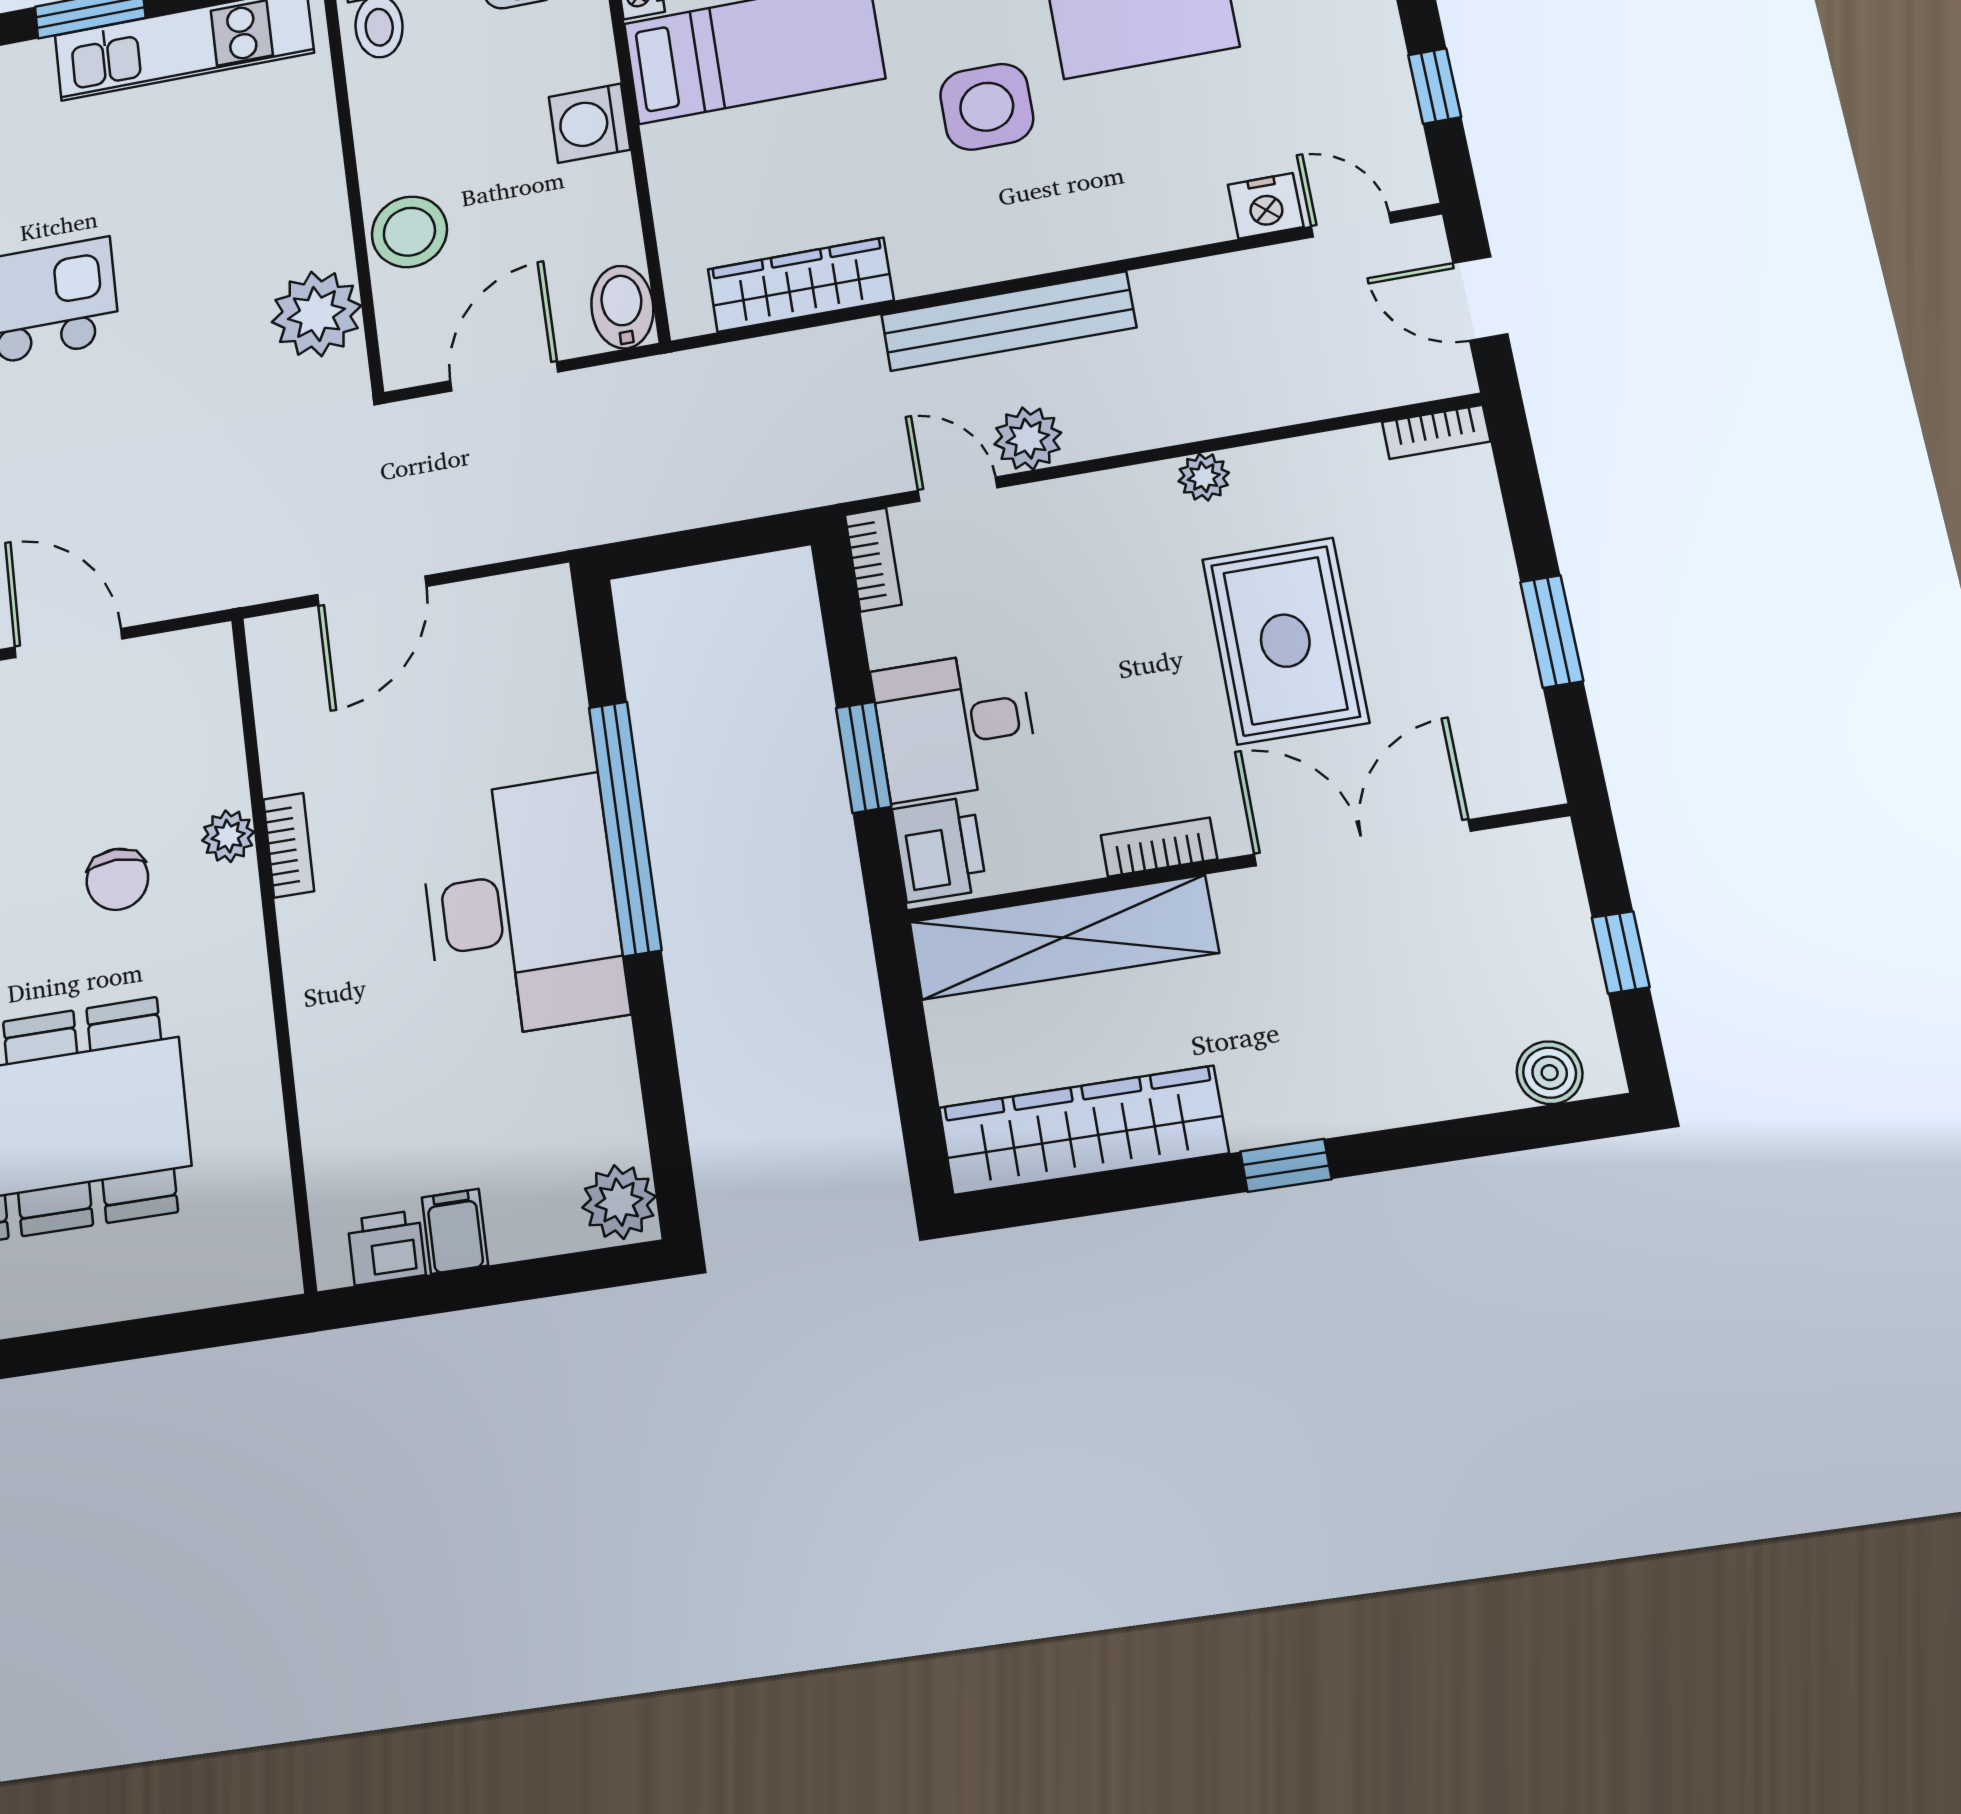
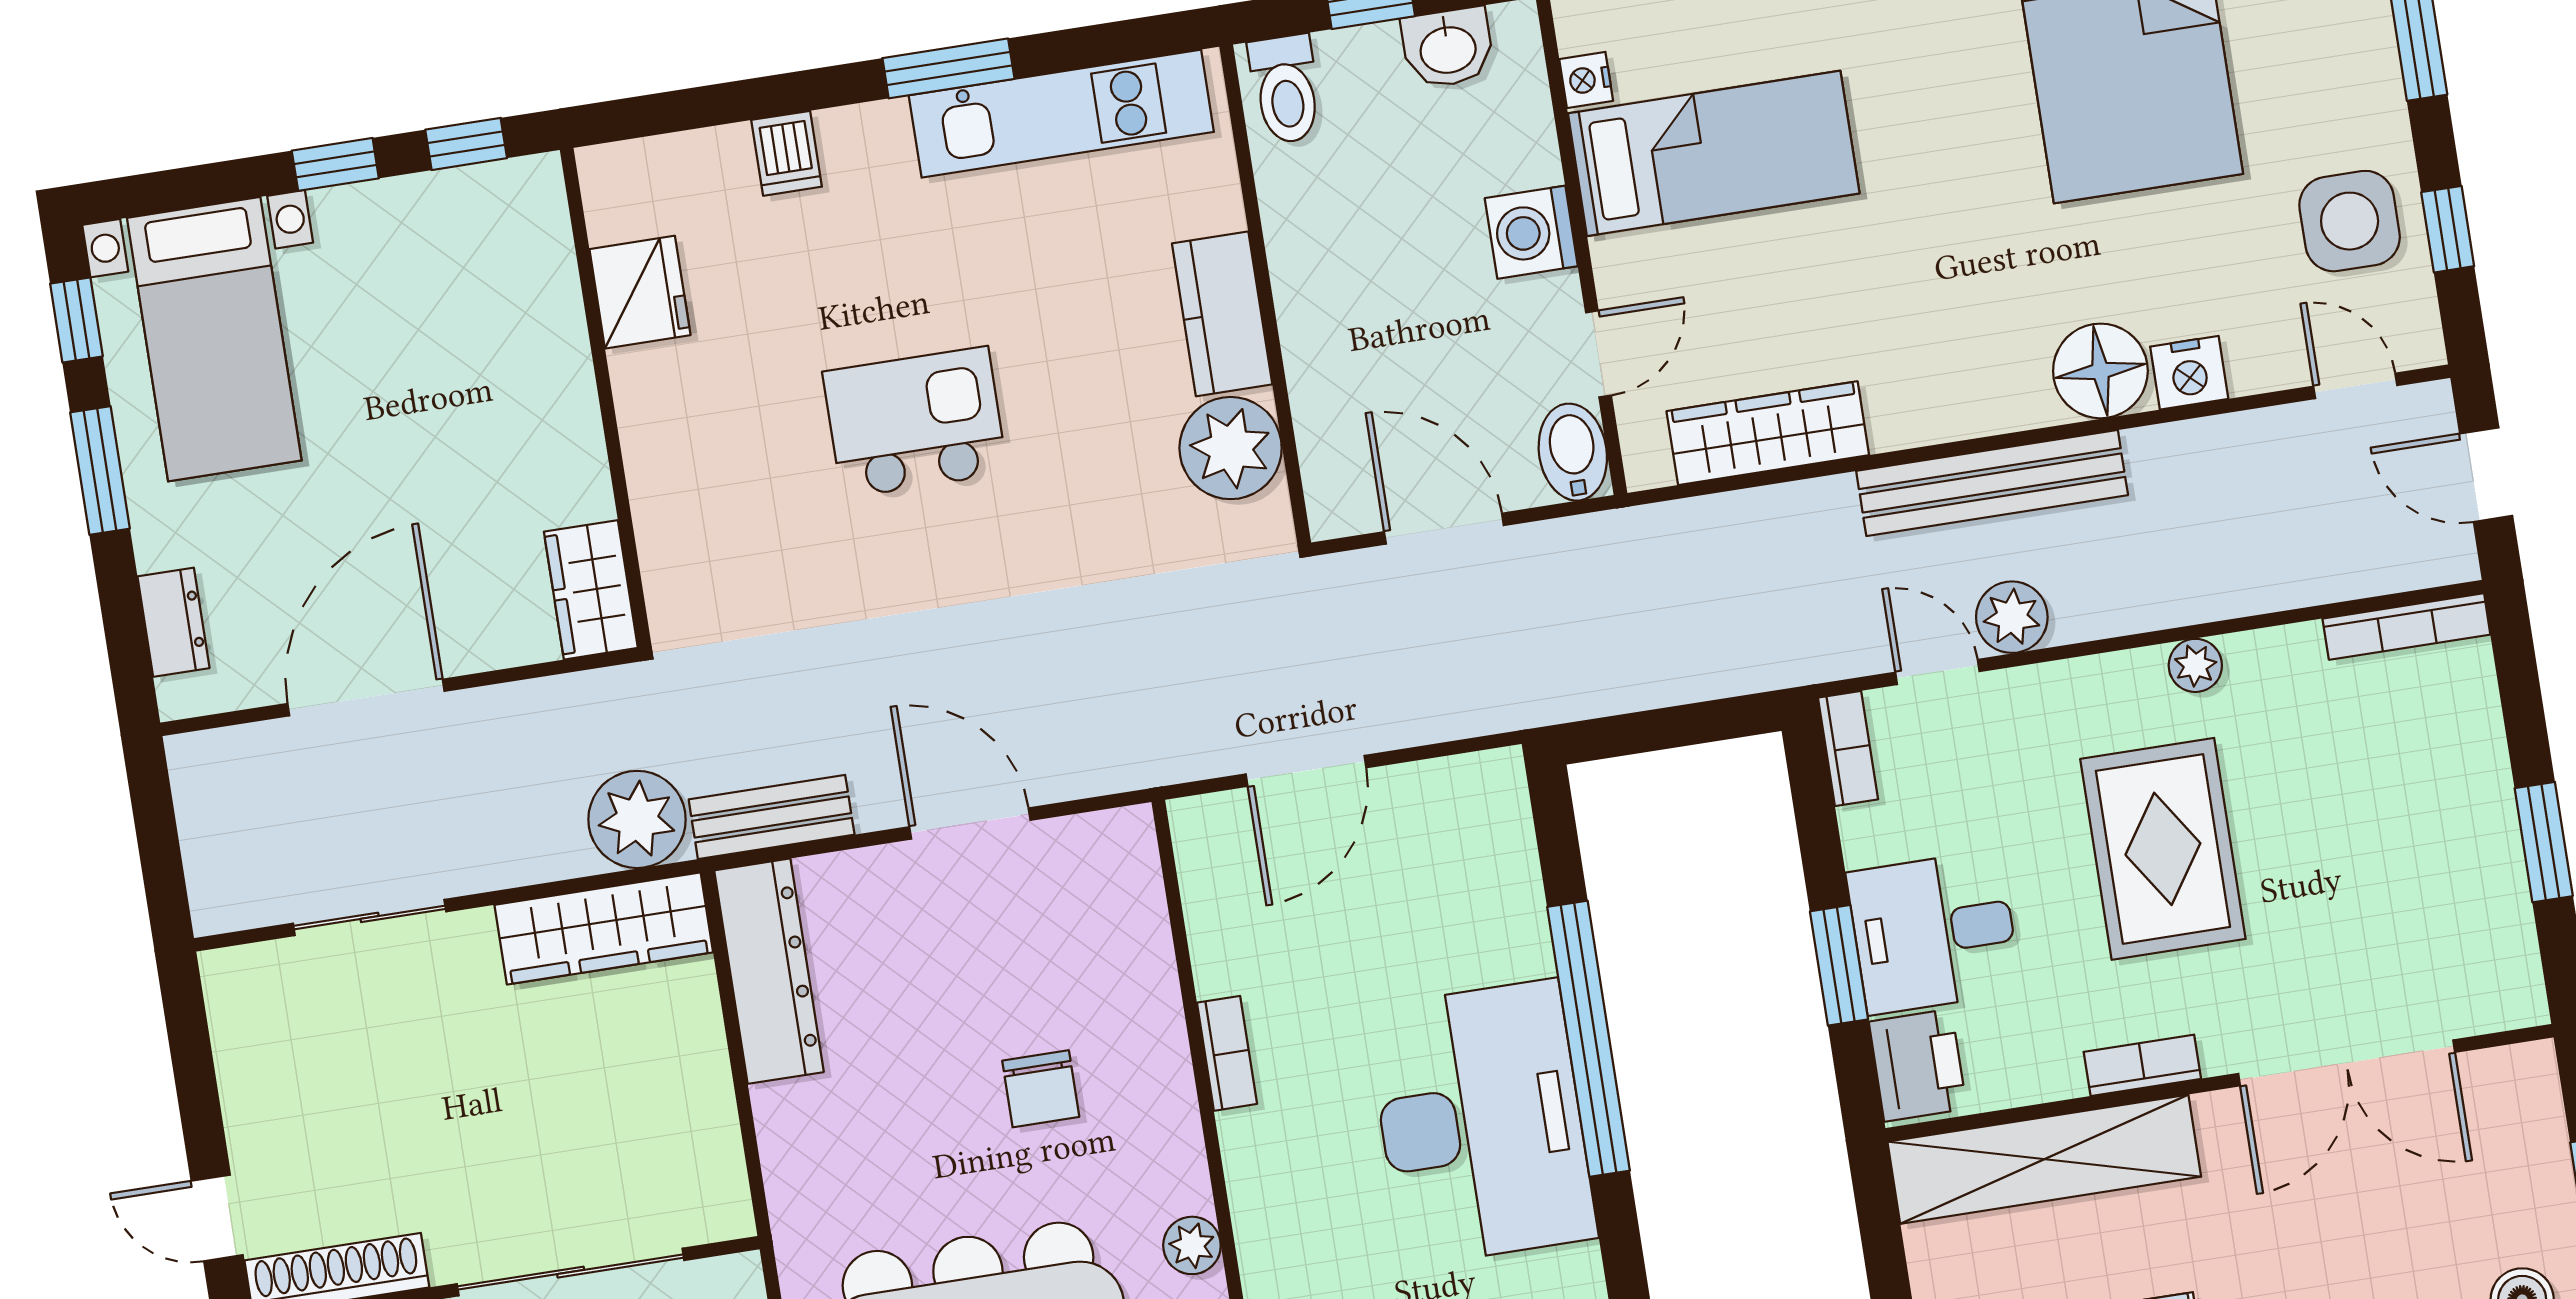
side table: (987, 107) -> (2350, 221), moved
kitchen counter: (314, 202) -> (1222, 314), added
nightstand: (1266, 206) -> (2189, 373), moved
floor lamp: (1109, 221) -> (2100, 371), added
door: (647, 223) -> (1599, 354), added
stool: (409, 232) -> (1332, 354), removed
door: (504, 376) -> (1444, 529), hinge flipped
bookcase: (1436, 432) -> (2406, 627), width x1.56
rug: (1285, 641) -> (2163, 849), moved
plant: (228, 836) -> (1192, 1245), moved
double door: (1362, 843) -> (2347, 1063), swing flipped

